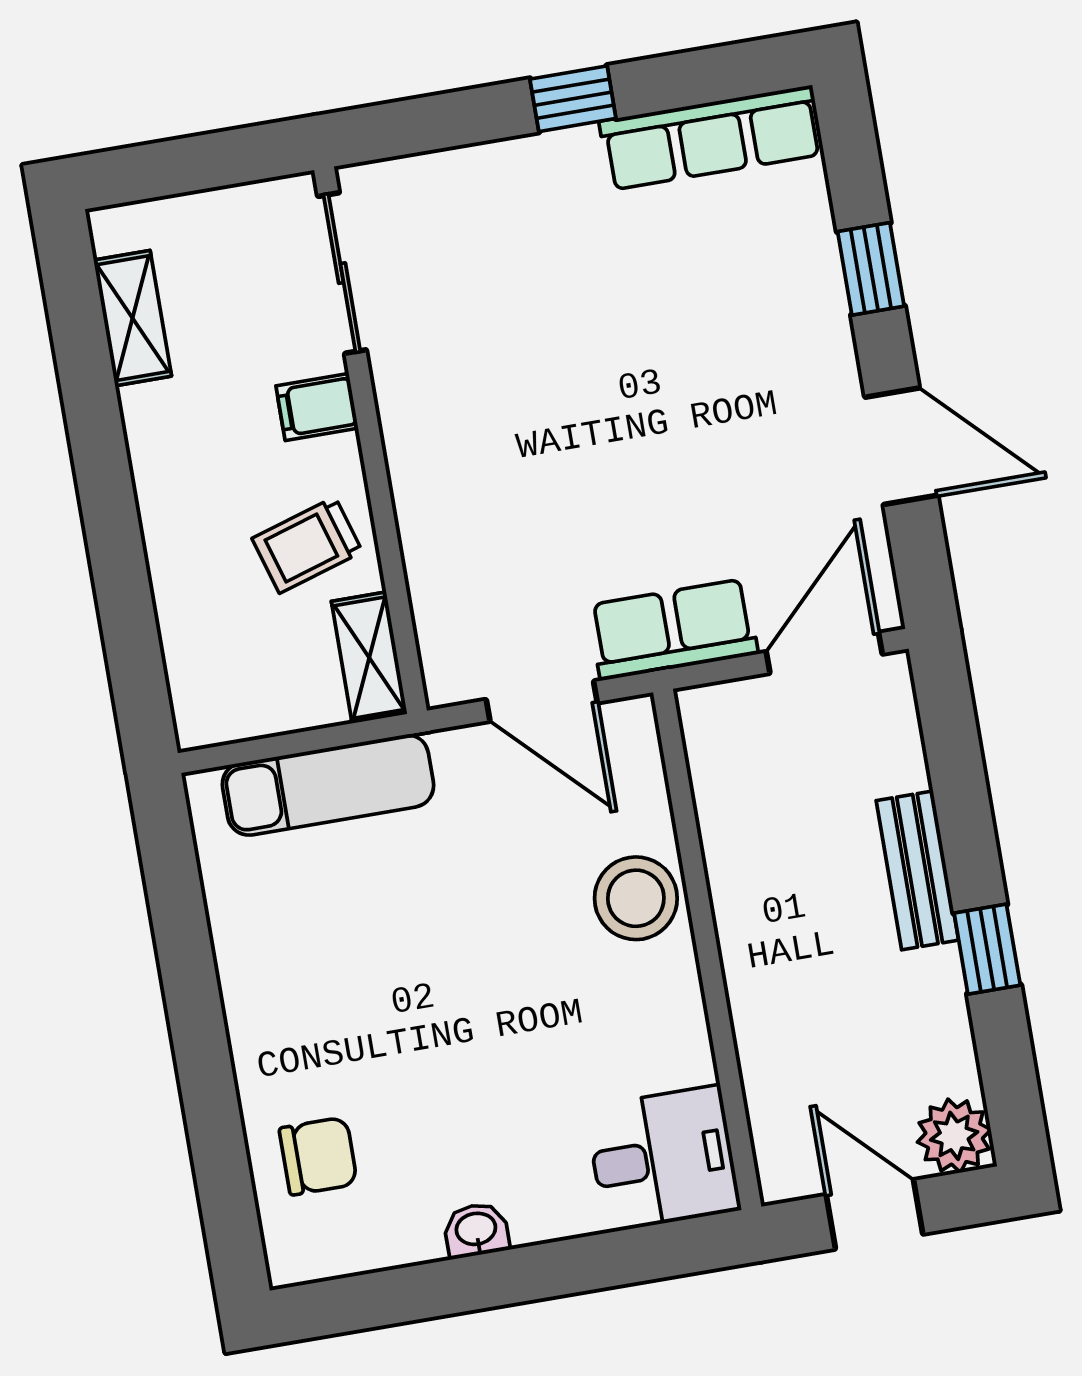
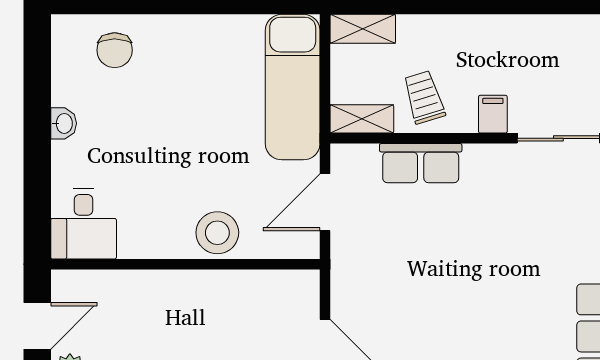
shelving: (133, 318) -> (363, 29), moved
row of seats: (673, 630) -> (421, 163), moved, turned 90
exam couch: (328, 785) -> (293, 87), width x1.36, depth x1.45

